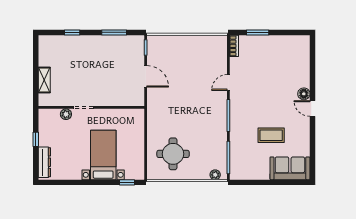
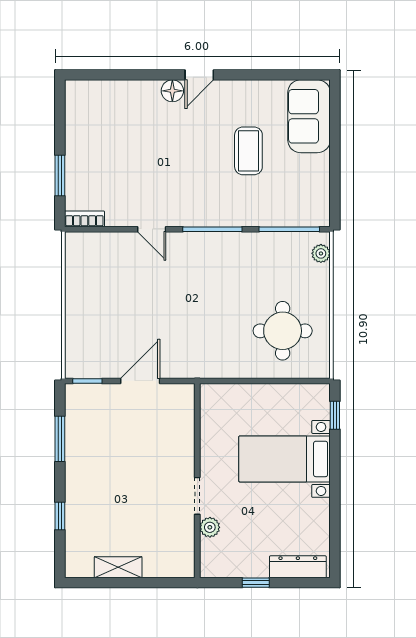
shelving: (44, 80) -> (118, 567), moved

